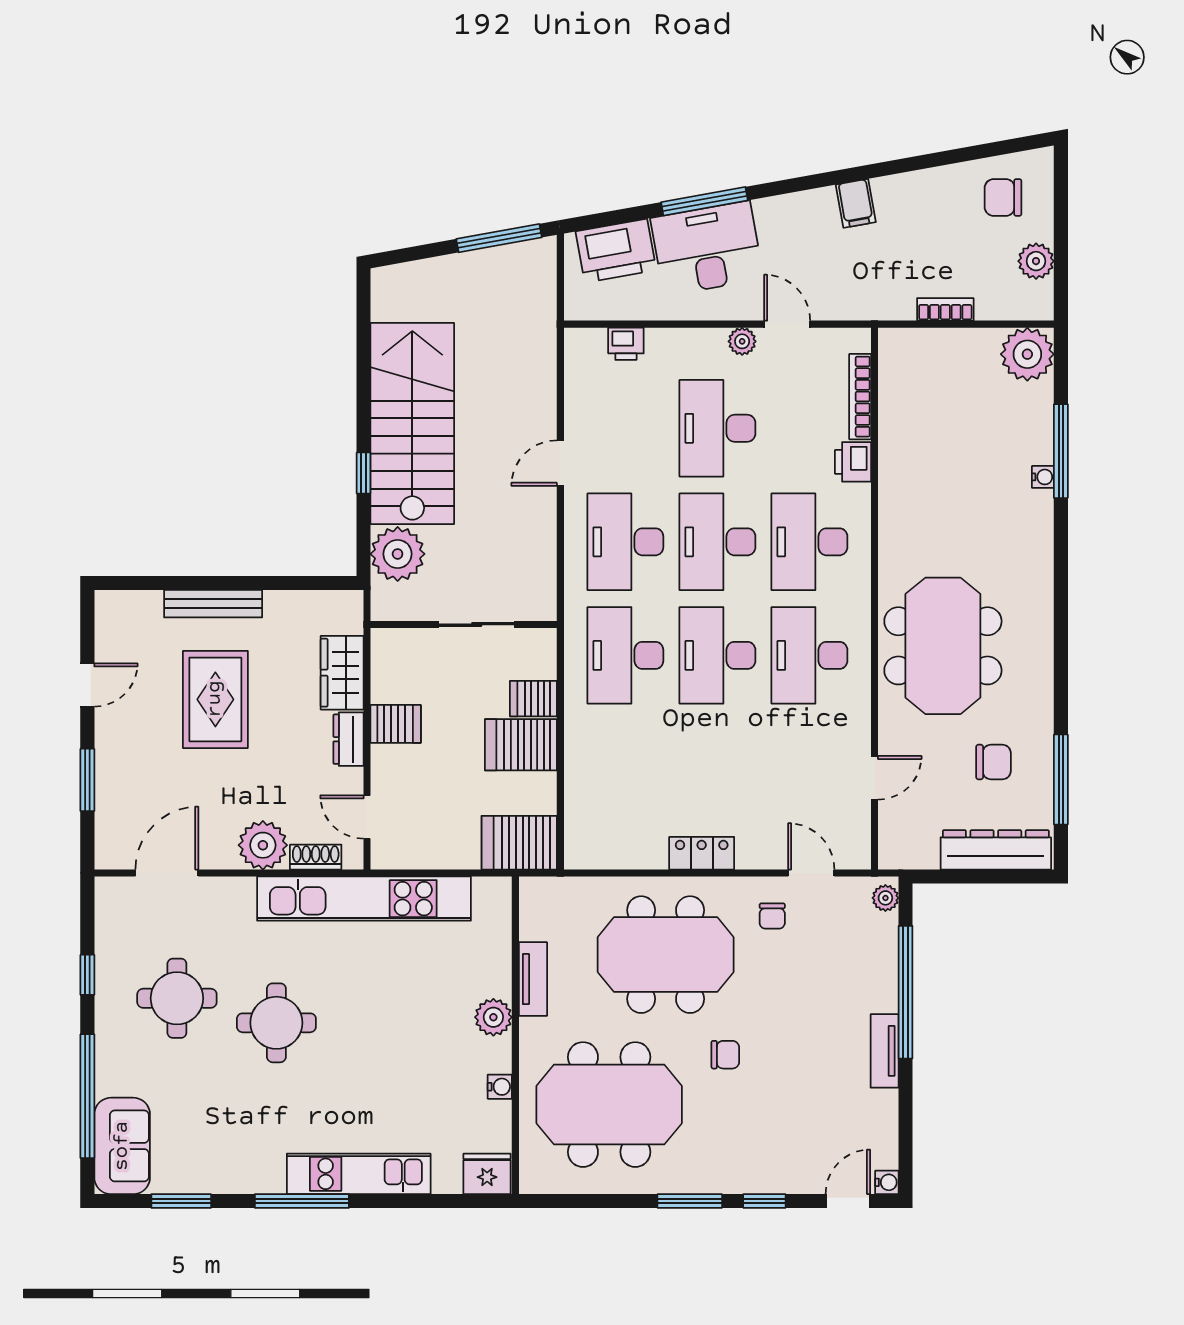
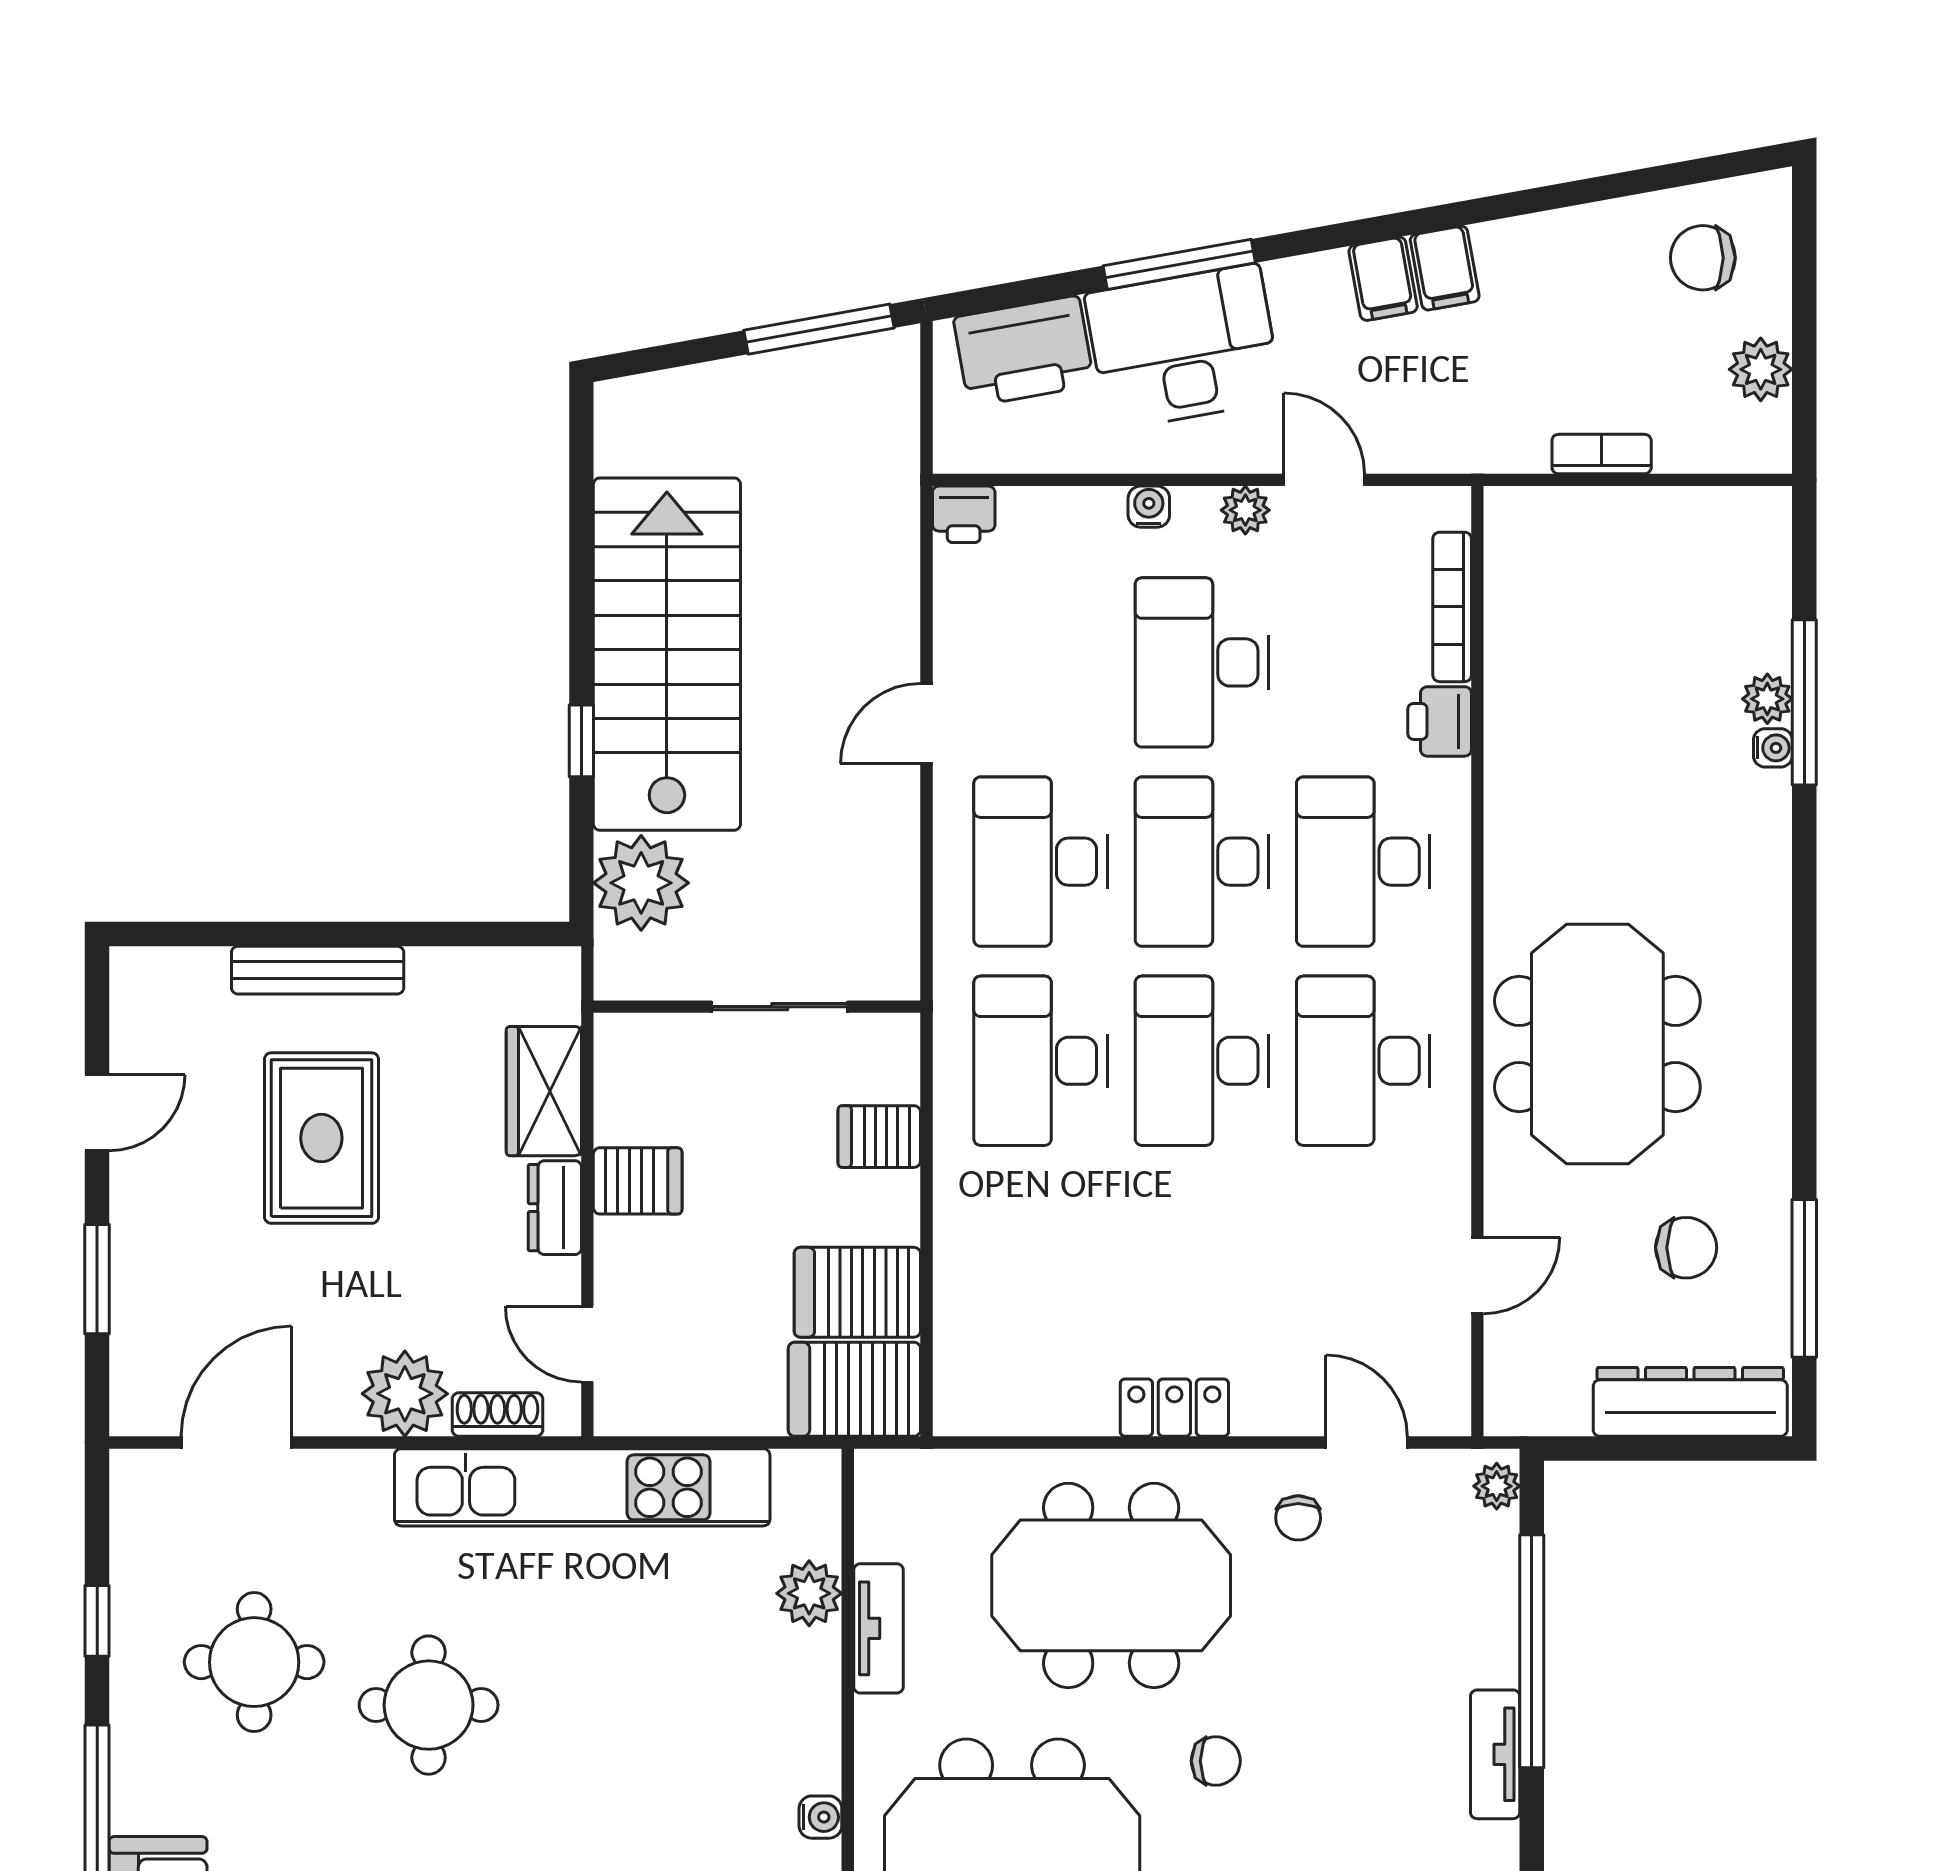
filing cabinet: (821, 209) -> (1383, 279), added
water cooler: (687, 339) -> (1149, 507), added
printer: (626, 344) -> (964, 514), moved
plant: (1027, 354) -> (1767, 699), moved, width x0.53, depth x0.53
server rack: (521, 745) -> (857, 1292), moved
plant: (493, 1017) -> (809, 1593), moved

